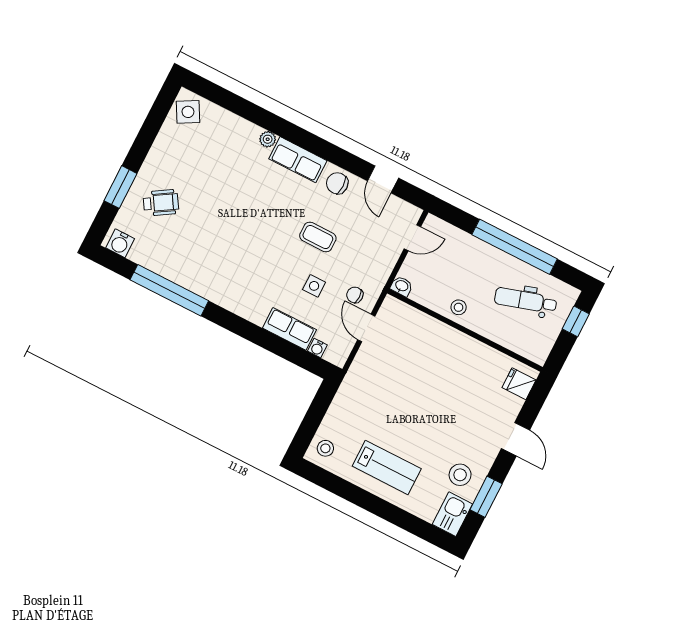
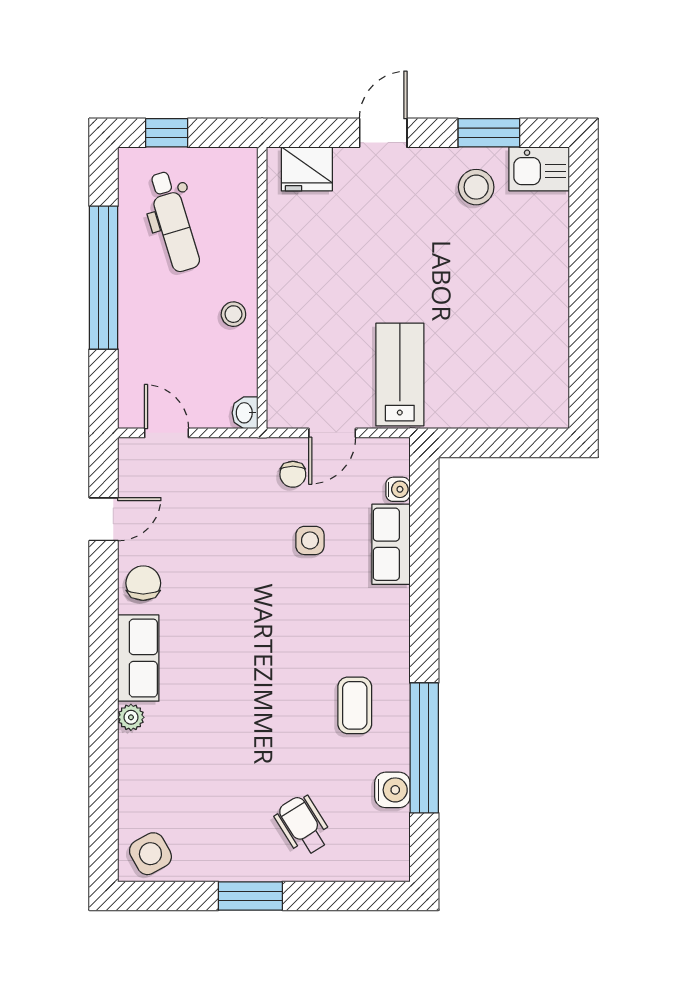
chair: (337, 183) -> (143, 583), turned 180
window: (120, 187) -> (250, 896), moved
coffee table: (318, 237) -> (355, 705), moved
water cooler: (120, 243) -> (392, 790), moved
fridge: (519, 384) -> (307, 169), width x1.38
stool: (325, 448) -> (538, 403), removed
lab bench: (387, 467) -> (400, 375), moved

